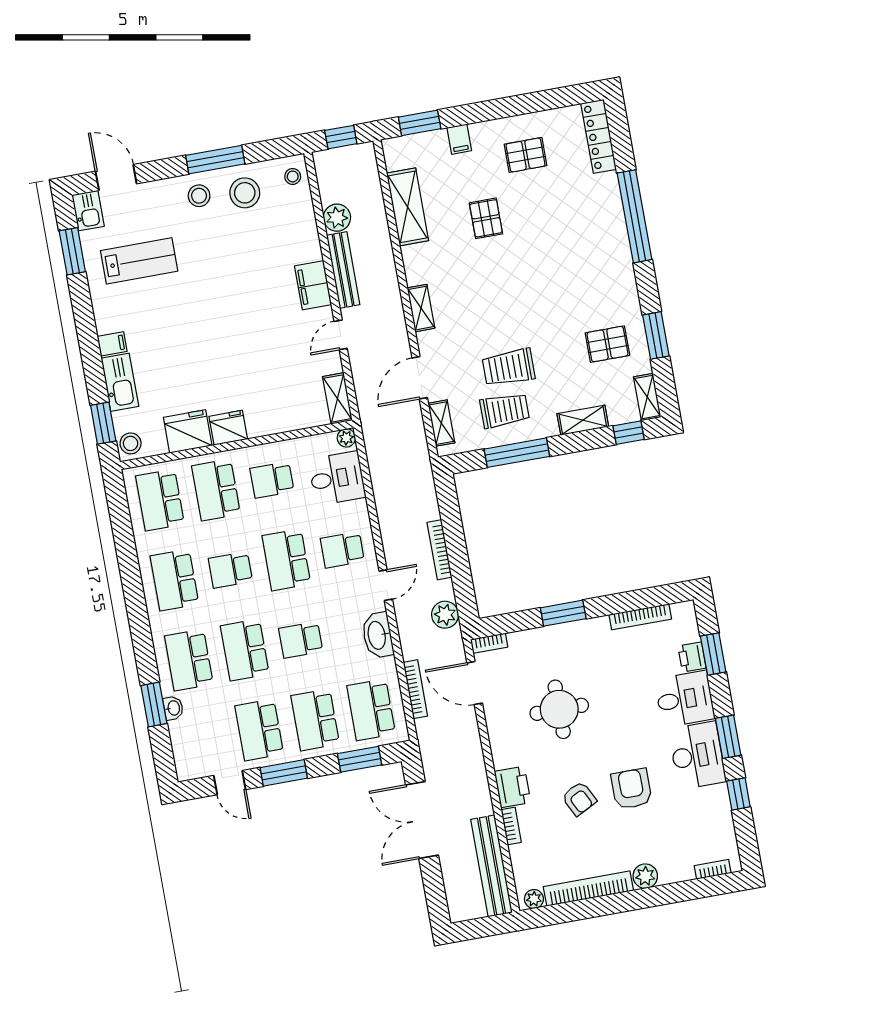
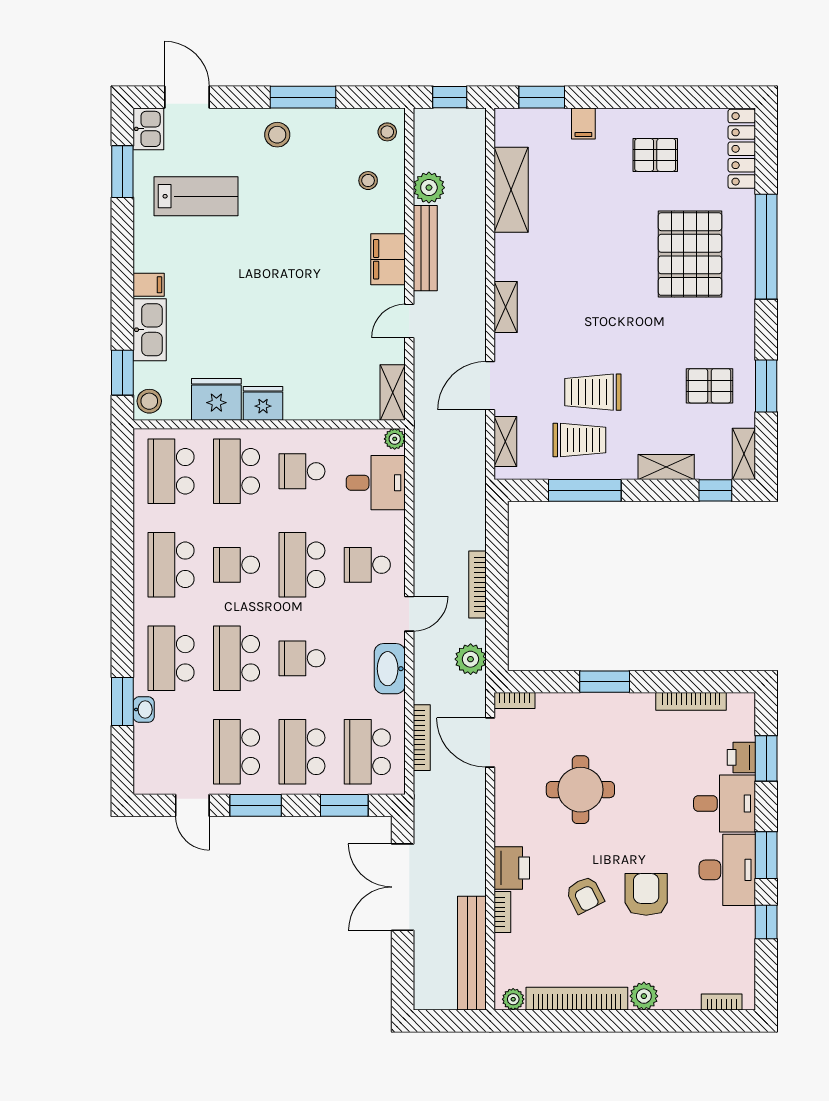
stool: (245, 193) -> (368, 181), moved, width x0.53, depth x0.53
pallet: (486, 218) -> (690, 254), moved, width x2.05, depth x2.00

